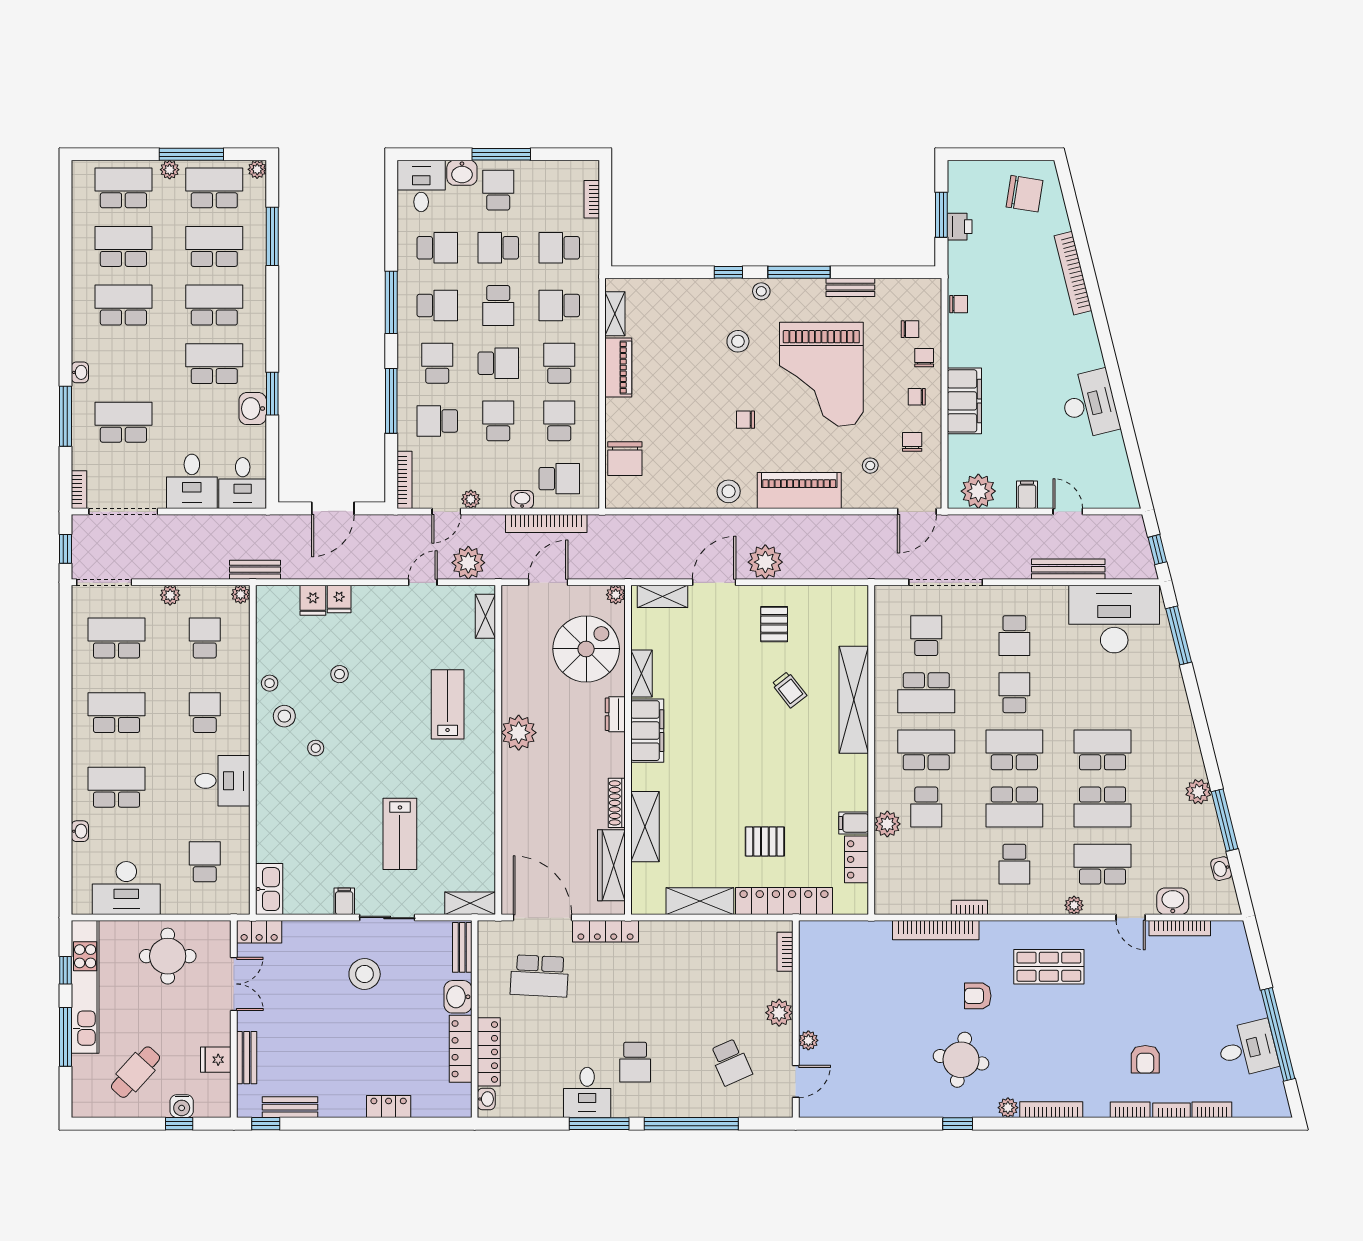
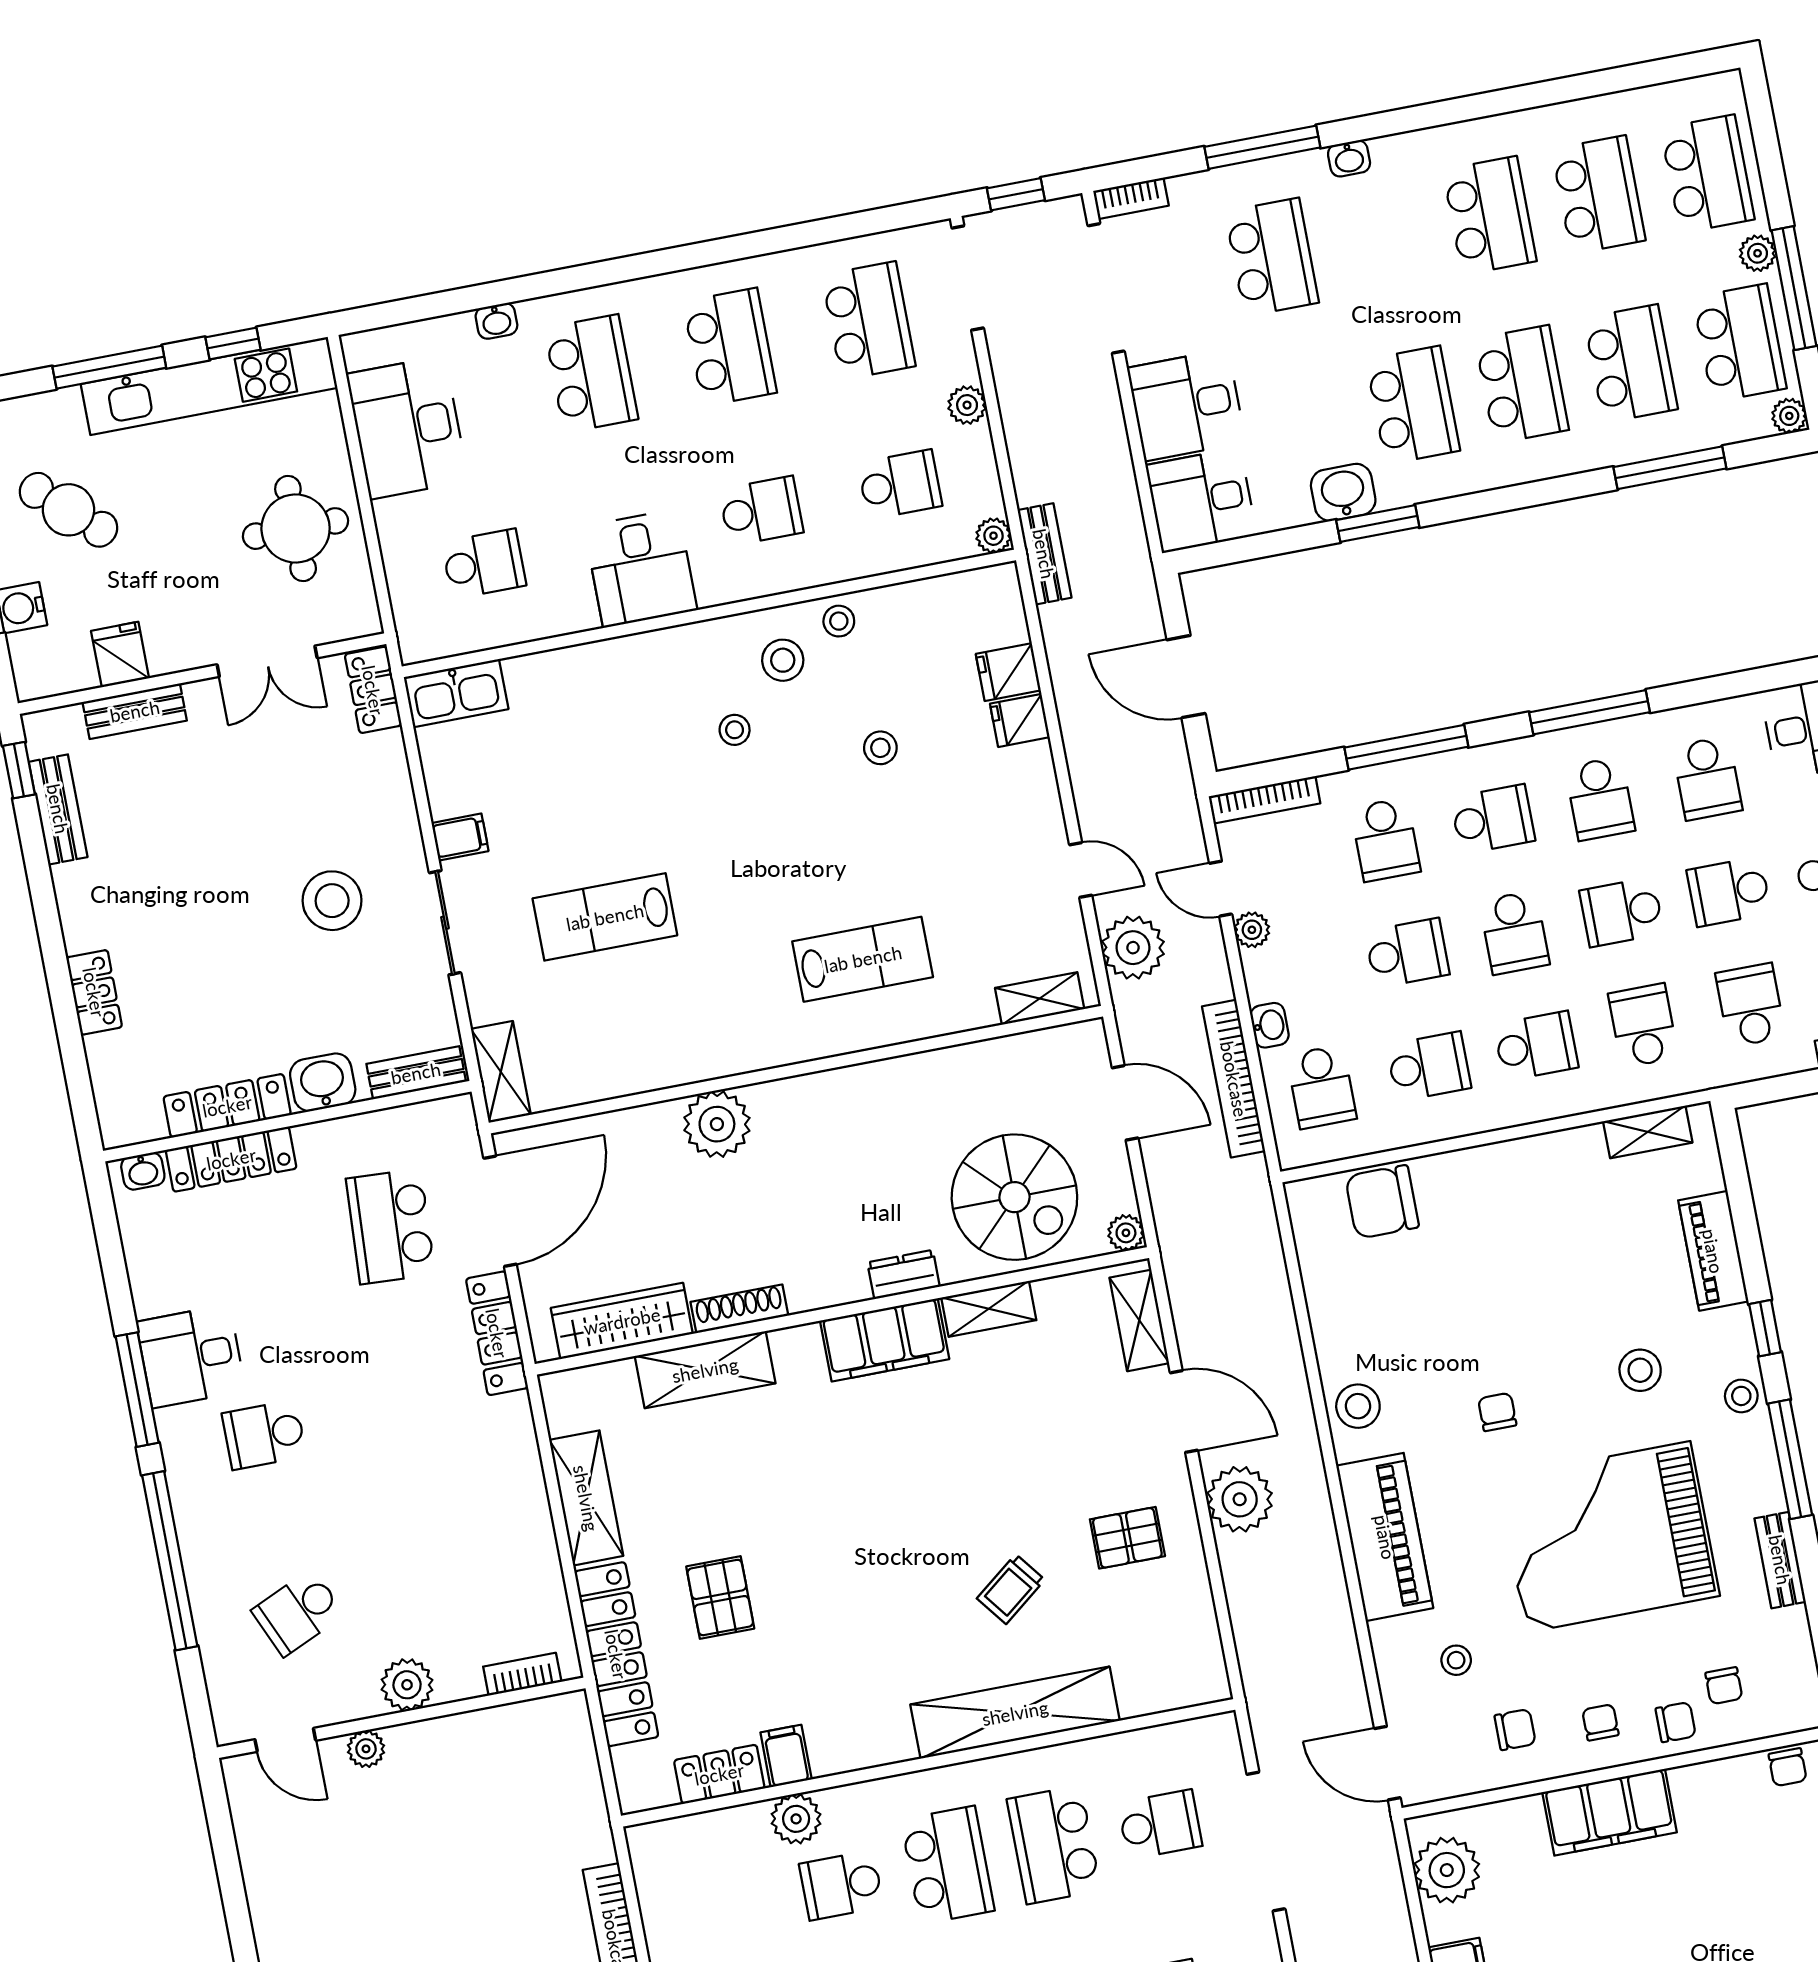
school desk: (498, 248) -> (1729, 892), turned -90
piano: (618, 367) -> (1713, 1251), moved, turned 90
school desk: (437, 421) -> (1386, 840), turned 180
plant: (519, 733) -> (717, 1124), moved

